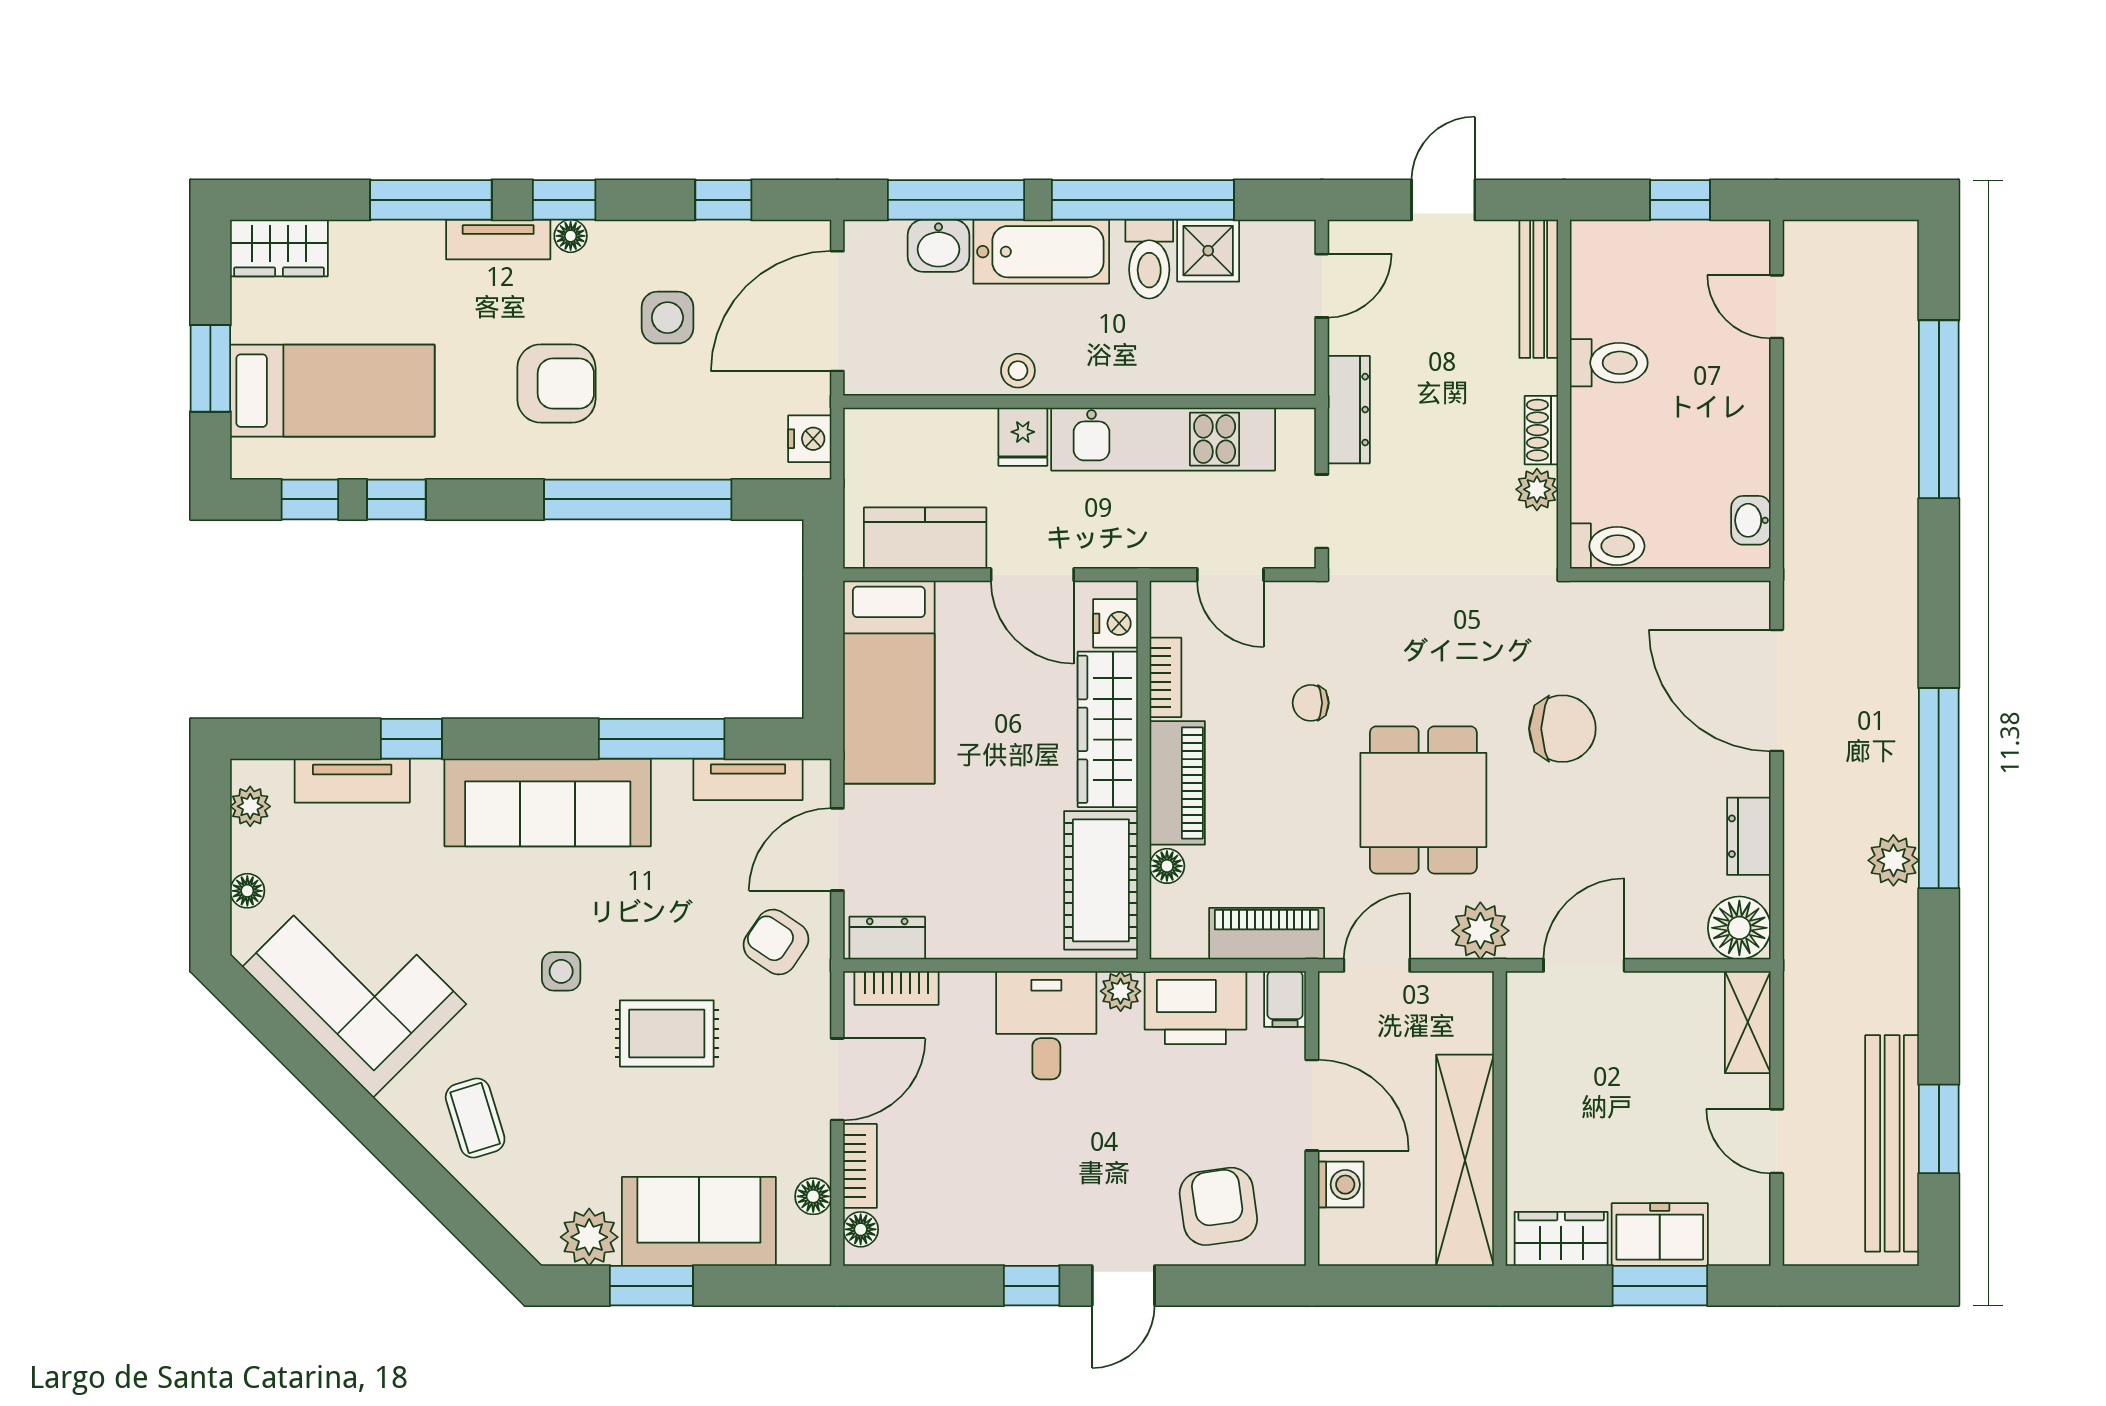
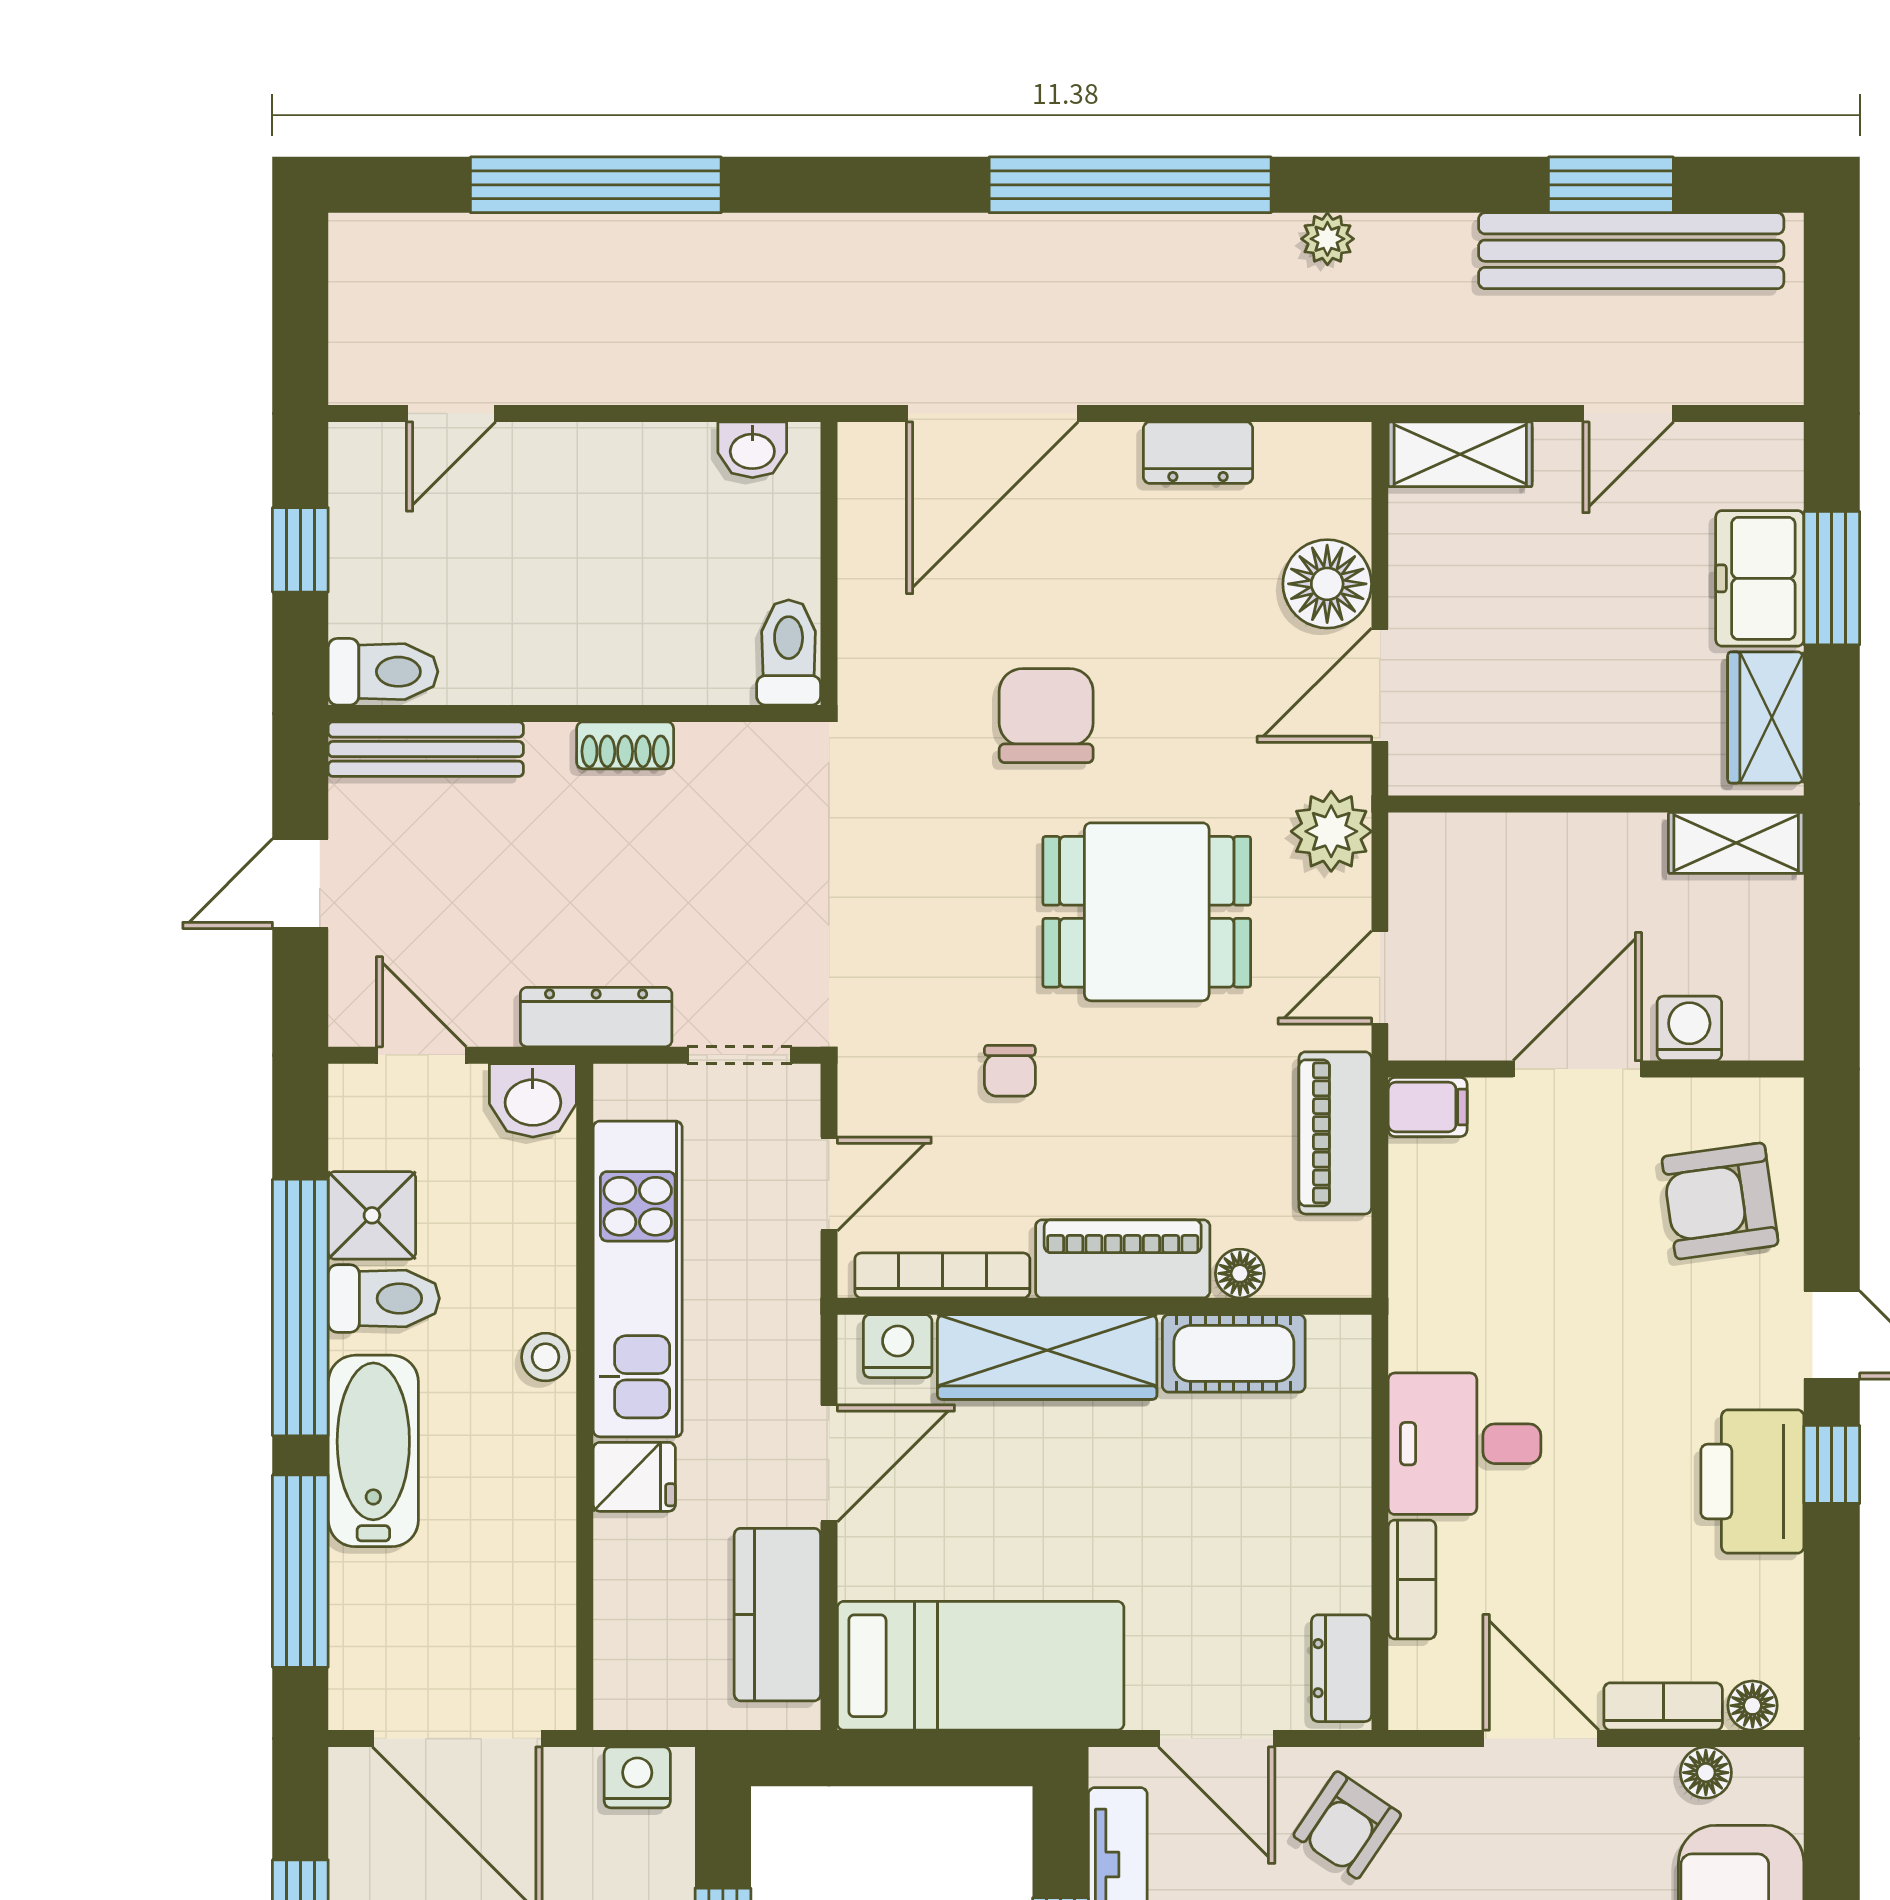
door: (1443, 200) -> (300, 884), hinge flipped
washbasin: (938, 246) -> (533, 1100), moved, turned 90
toilet: (1609, 363) -> (383, 672), moved, turned 90
stool: (1018, 371) -> (546, 1357), moved
plant: (1537, 489) -> (709, 752), removed
bookcase: (1166, 677) -> (942, 1275), width x1.56
plant: (1893, 860) -> (1327, 239), moved, width x0.73, depth x0.73
cot: (1101, 880) -> (1234, 1353), width x0.73, depth x0.75
floor lamp: (1739, 928) -> (1327, 584), moved
door: (1377, 965) -> (1380, 978), hinge flipped
door: (1584, 965) -> (1380, 685), hinge flipped
bookcase: (896, 988) -> (1412, 1579), moved
plant: (1121, 991) -> (1417, 1339), removed
printer: (1195, 1008) -> (1752, 1482), moved, turned 180
shelving: (1465, 1160) -> (1736, 843), width x0.45, depth x0.75

